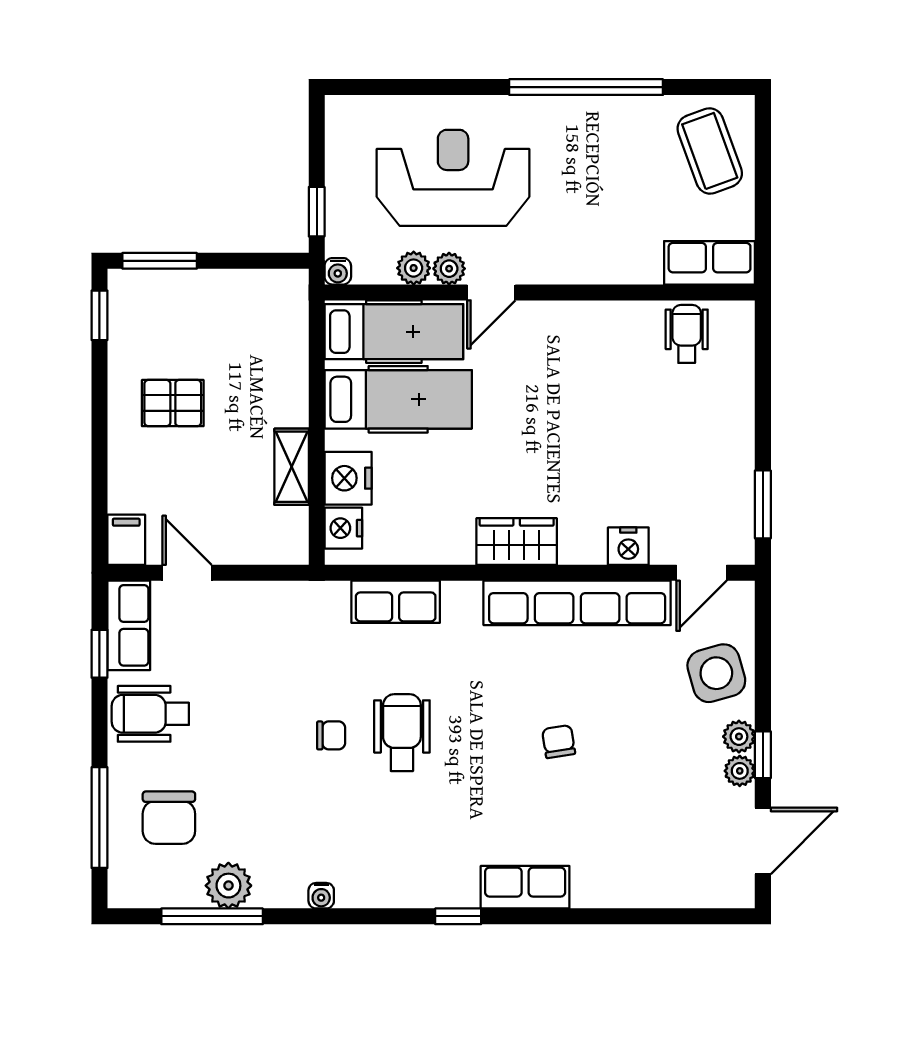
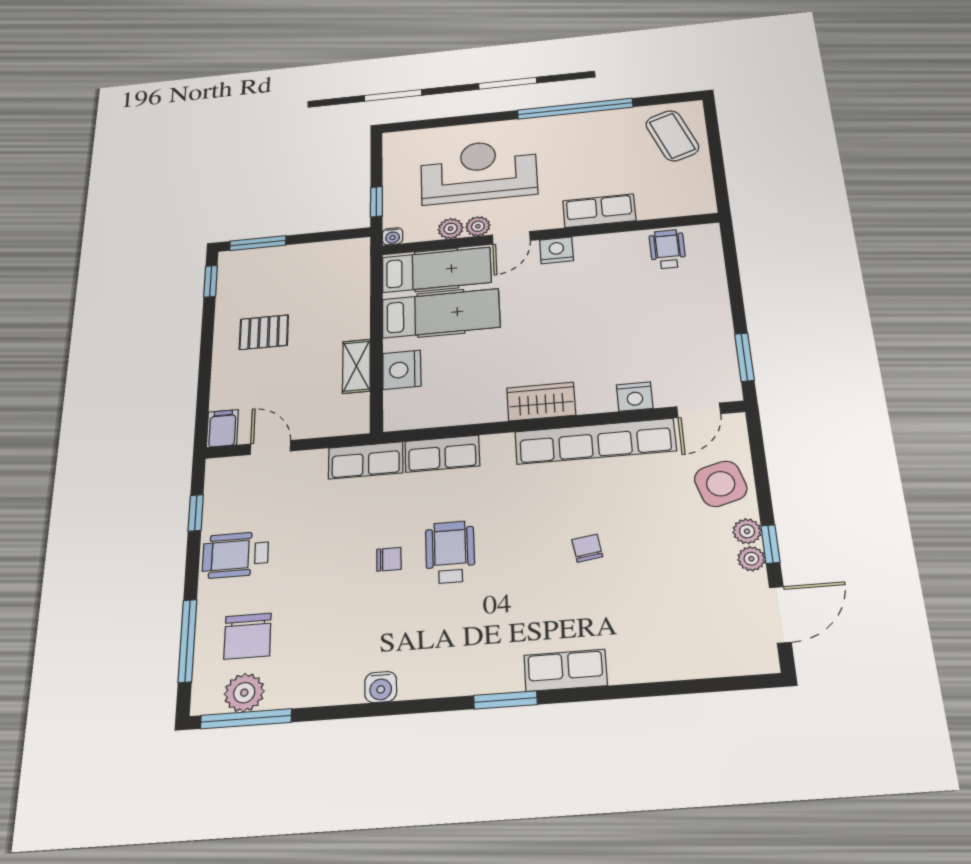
row of seats: (710, 263) -> (599, 211), moved
nightstand: (343, 528) -> (557, 250), moved, turned 90
row of seats: (129, 625) -> (366, 460), moved, turned 90
plant: (228, 886) -> (244, 693), moved
water cooler: (321, 896) -> (381, 687), width x1.38, depth x1.38
window: (212, 916) -> (246, 719), moved
window: (458, 916) -> (505, 700), width x1.50

